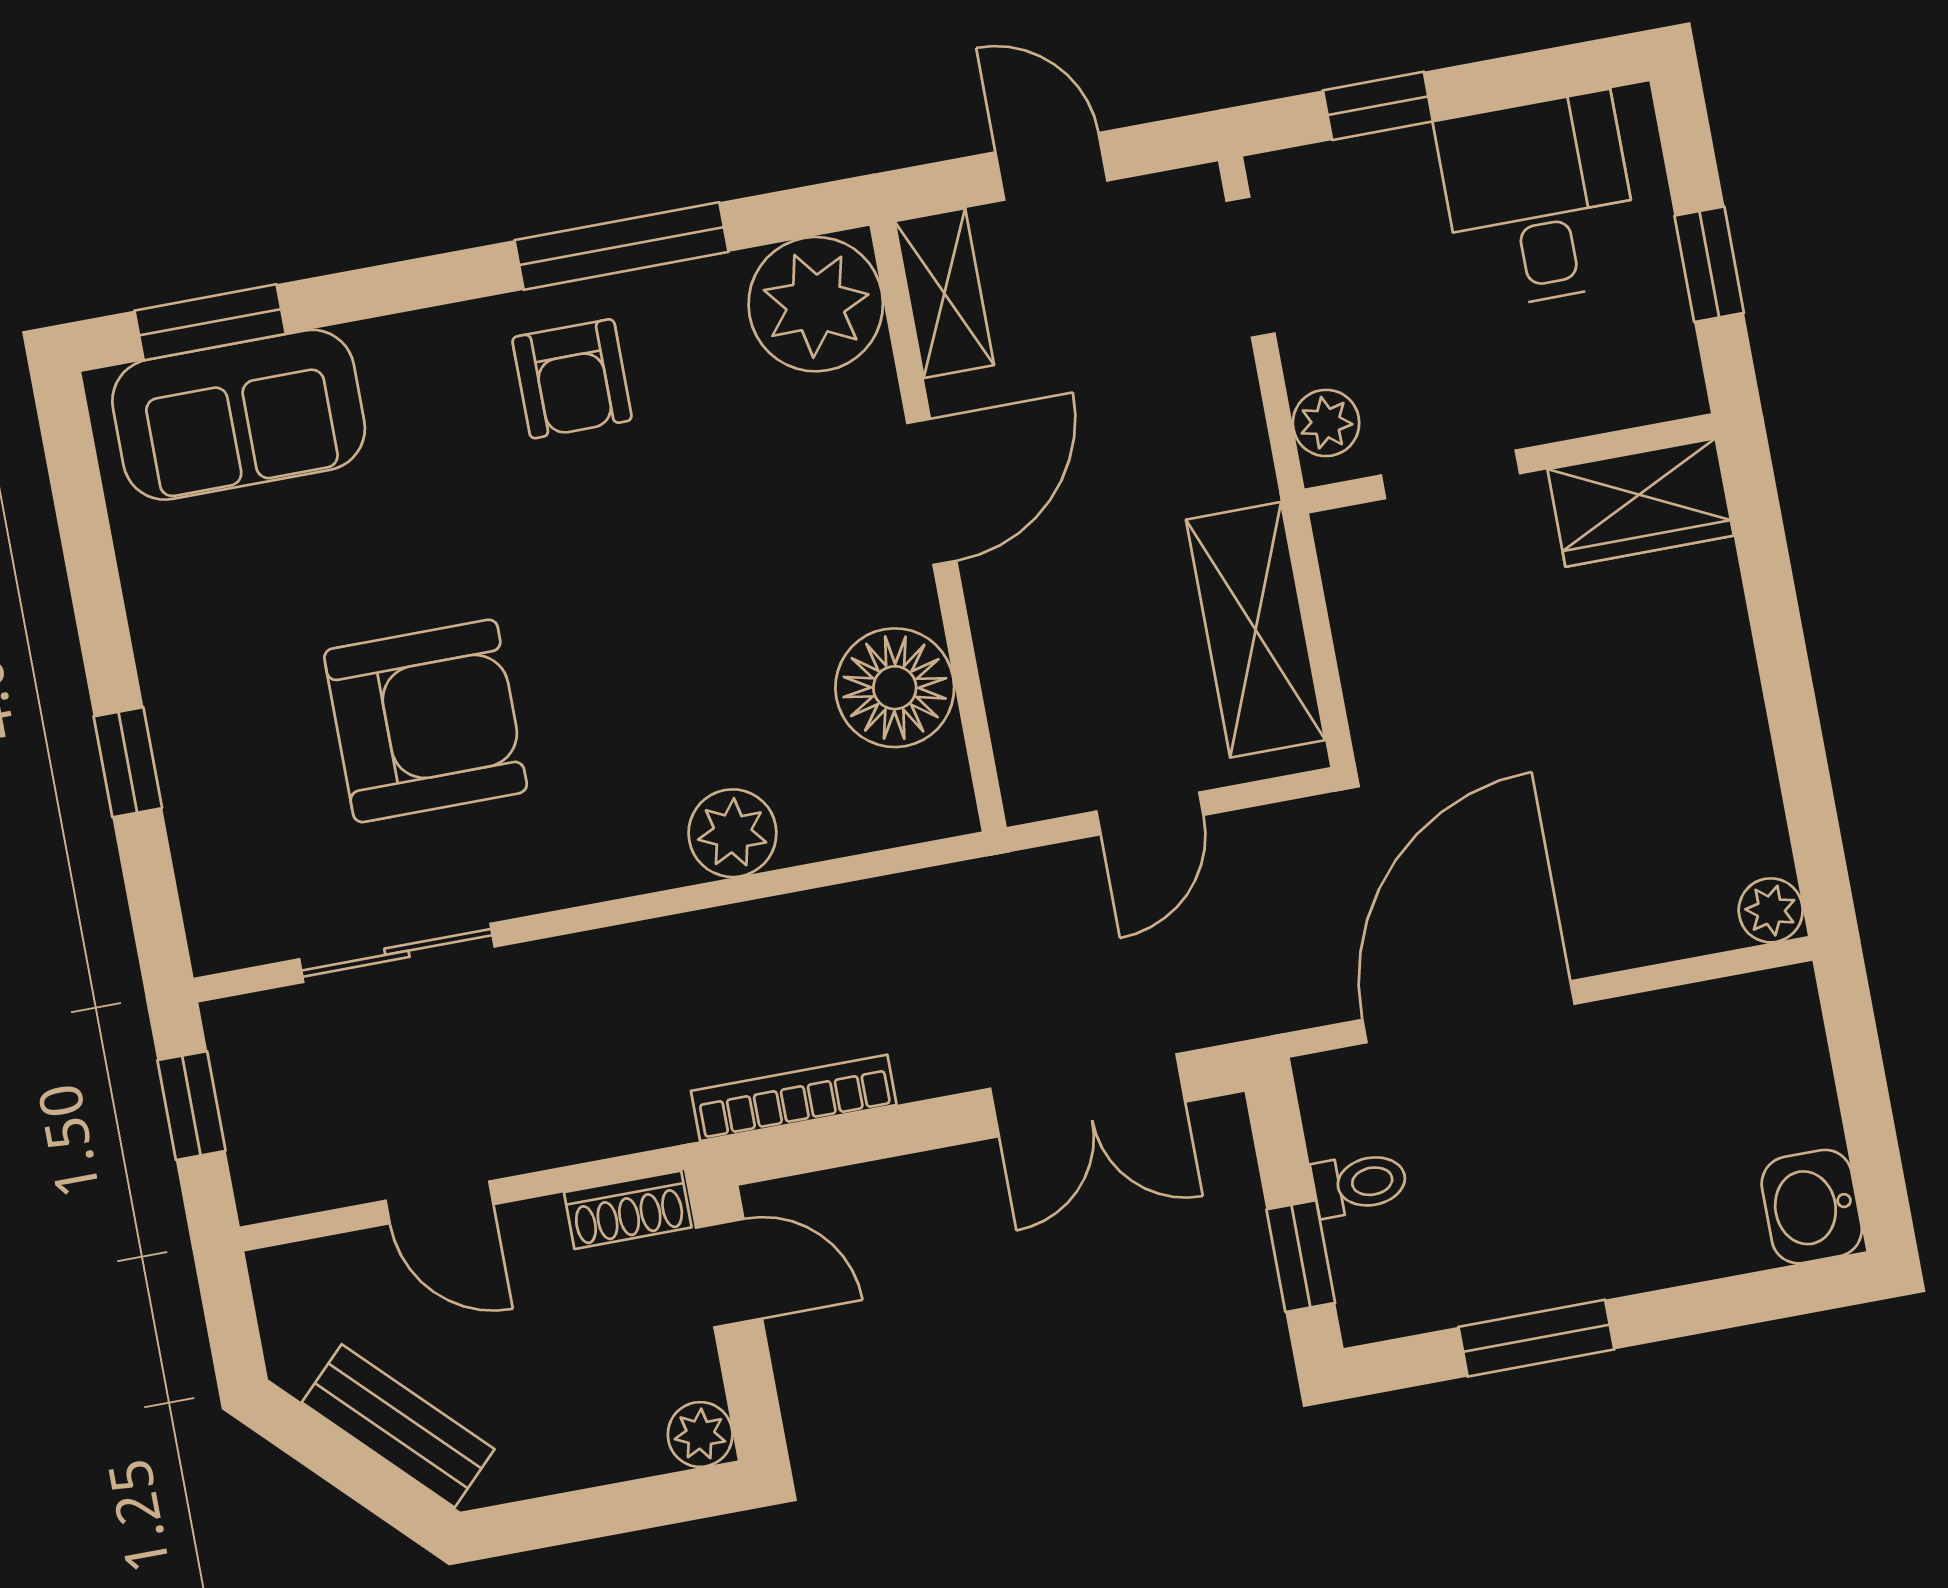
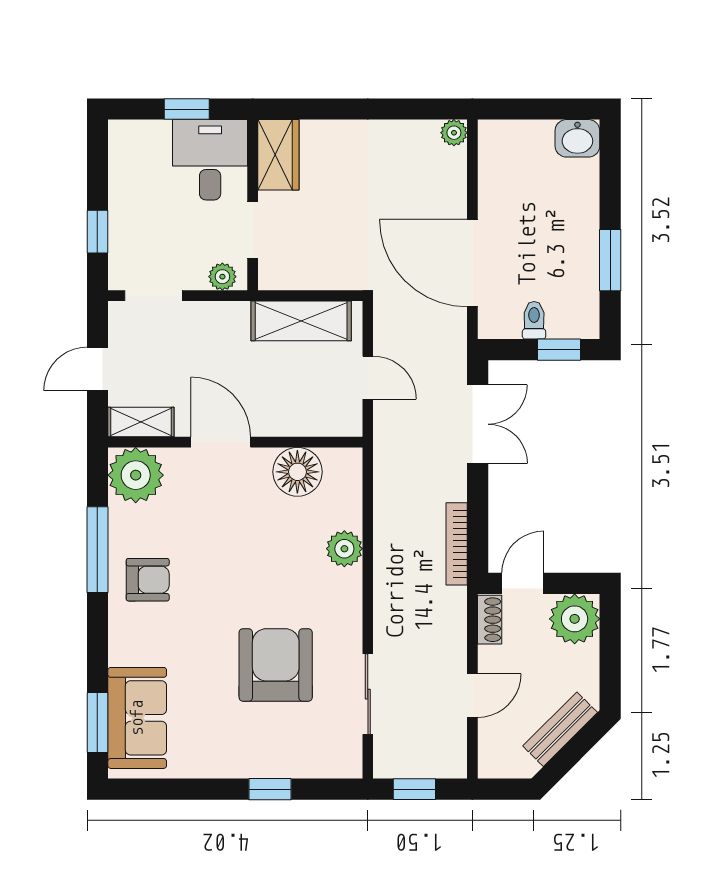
desk: (1539, 201) -> (210, 160), moved, turned 90
plant: (700, 1434) -> (575, 619), width x1.88, depth x1.88

